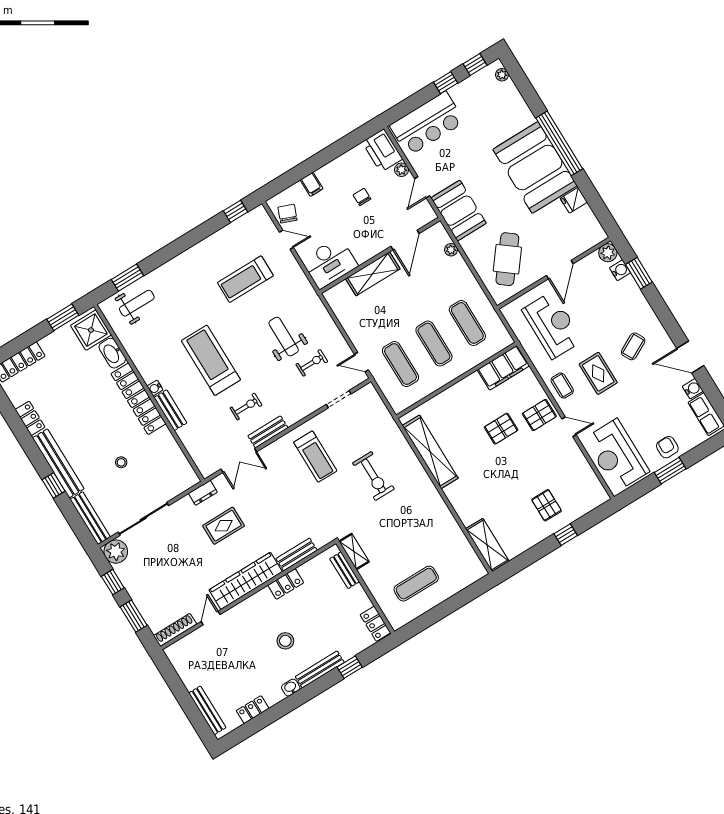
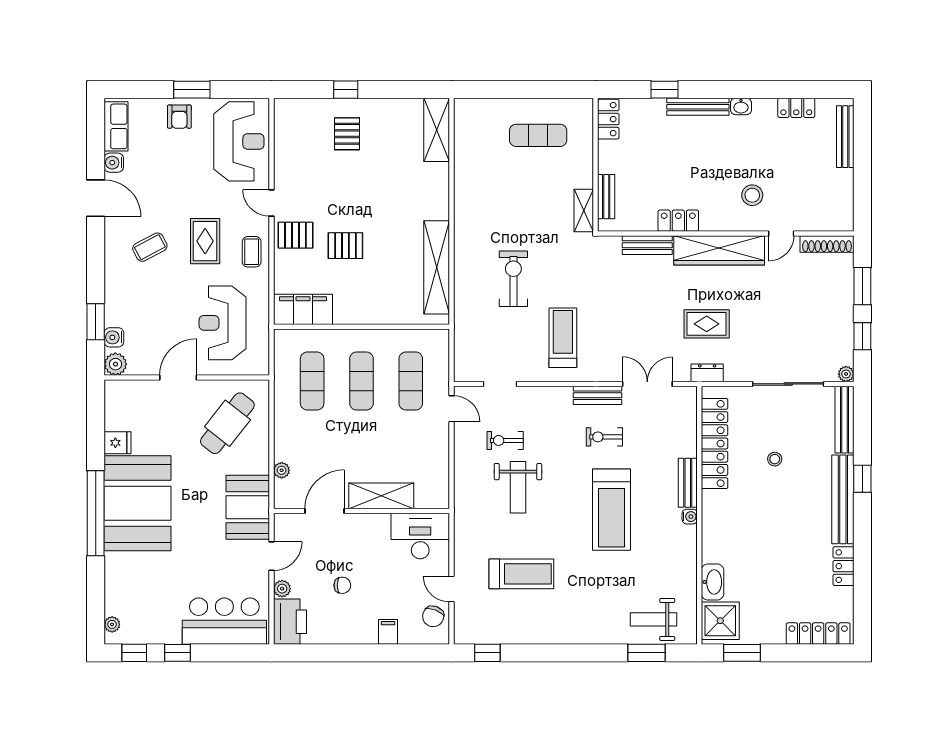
chair: (362, 197) -> (342, 585), turned -90
locker: (138, 399) -> (715, 444), moved
plant: (116, 552) -> (846, 374), width x0.53, depth x0.53
stool: (285, 641) -> (752, 195), moved

